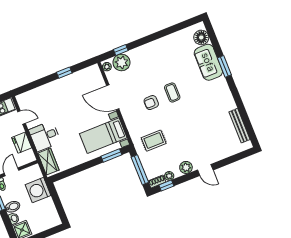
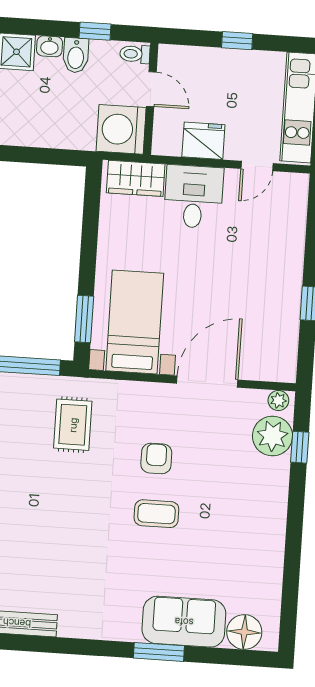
washing machine: (38, 190) -> (121, 129), moved, turned -90

